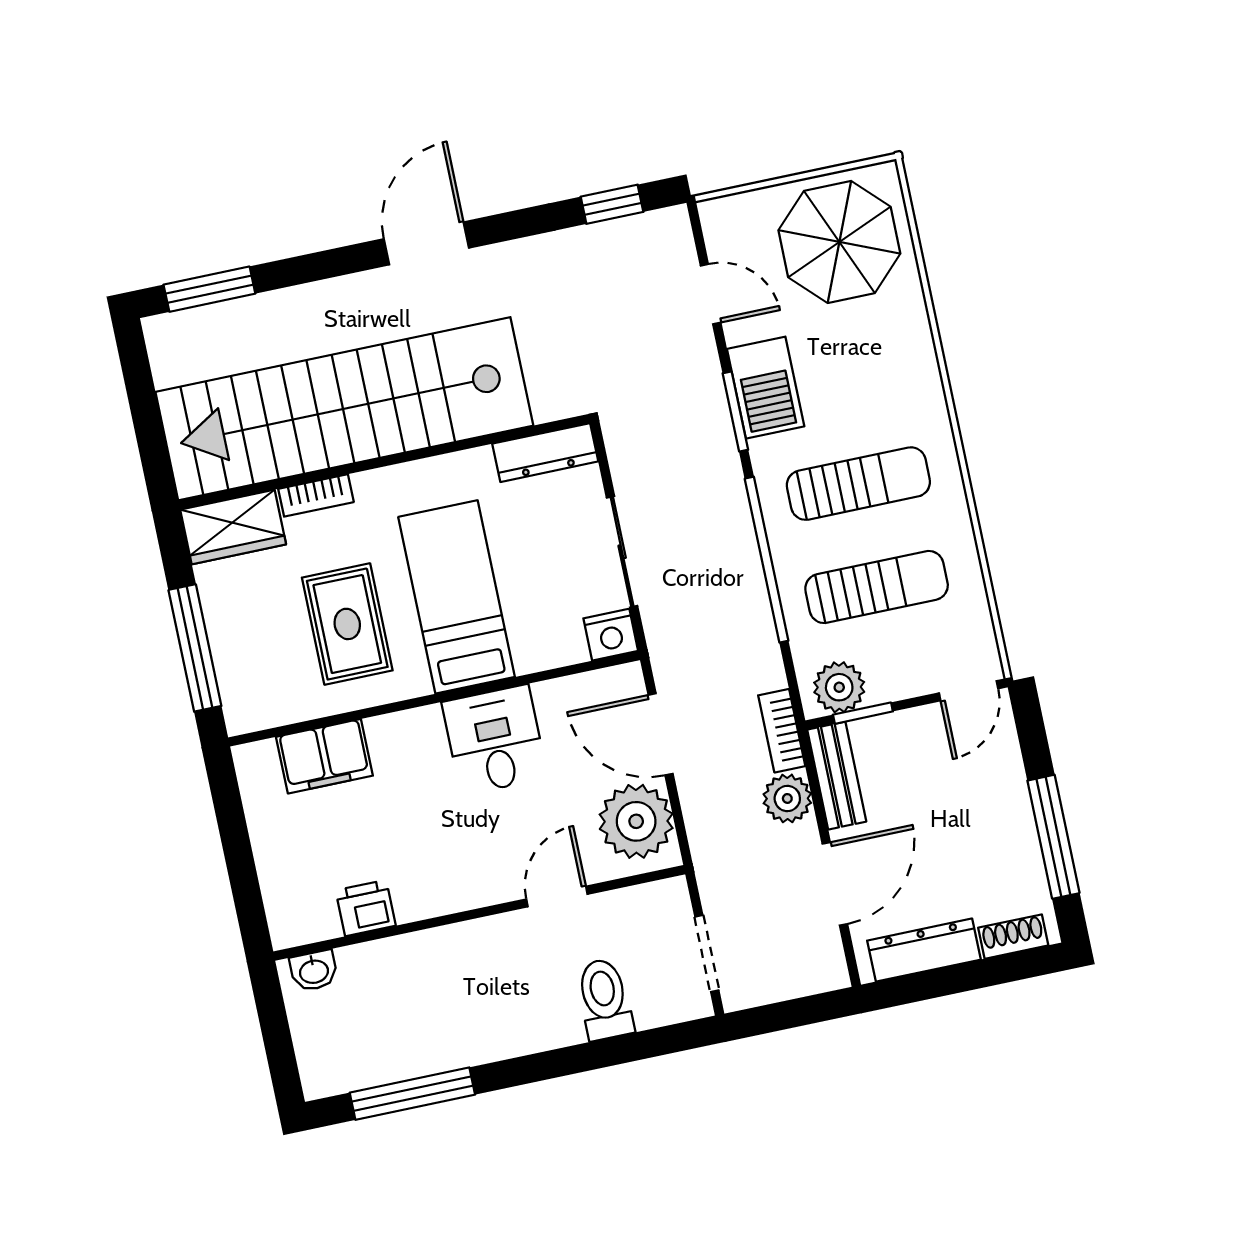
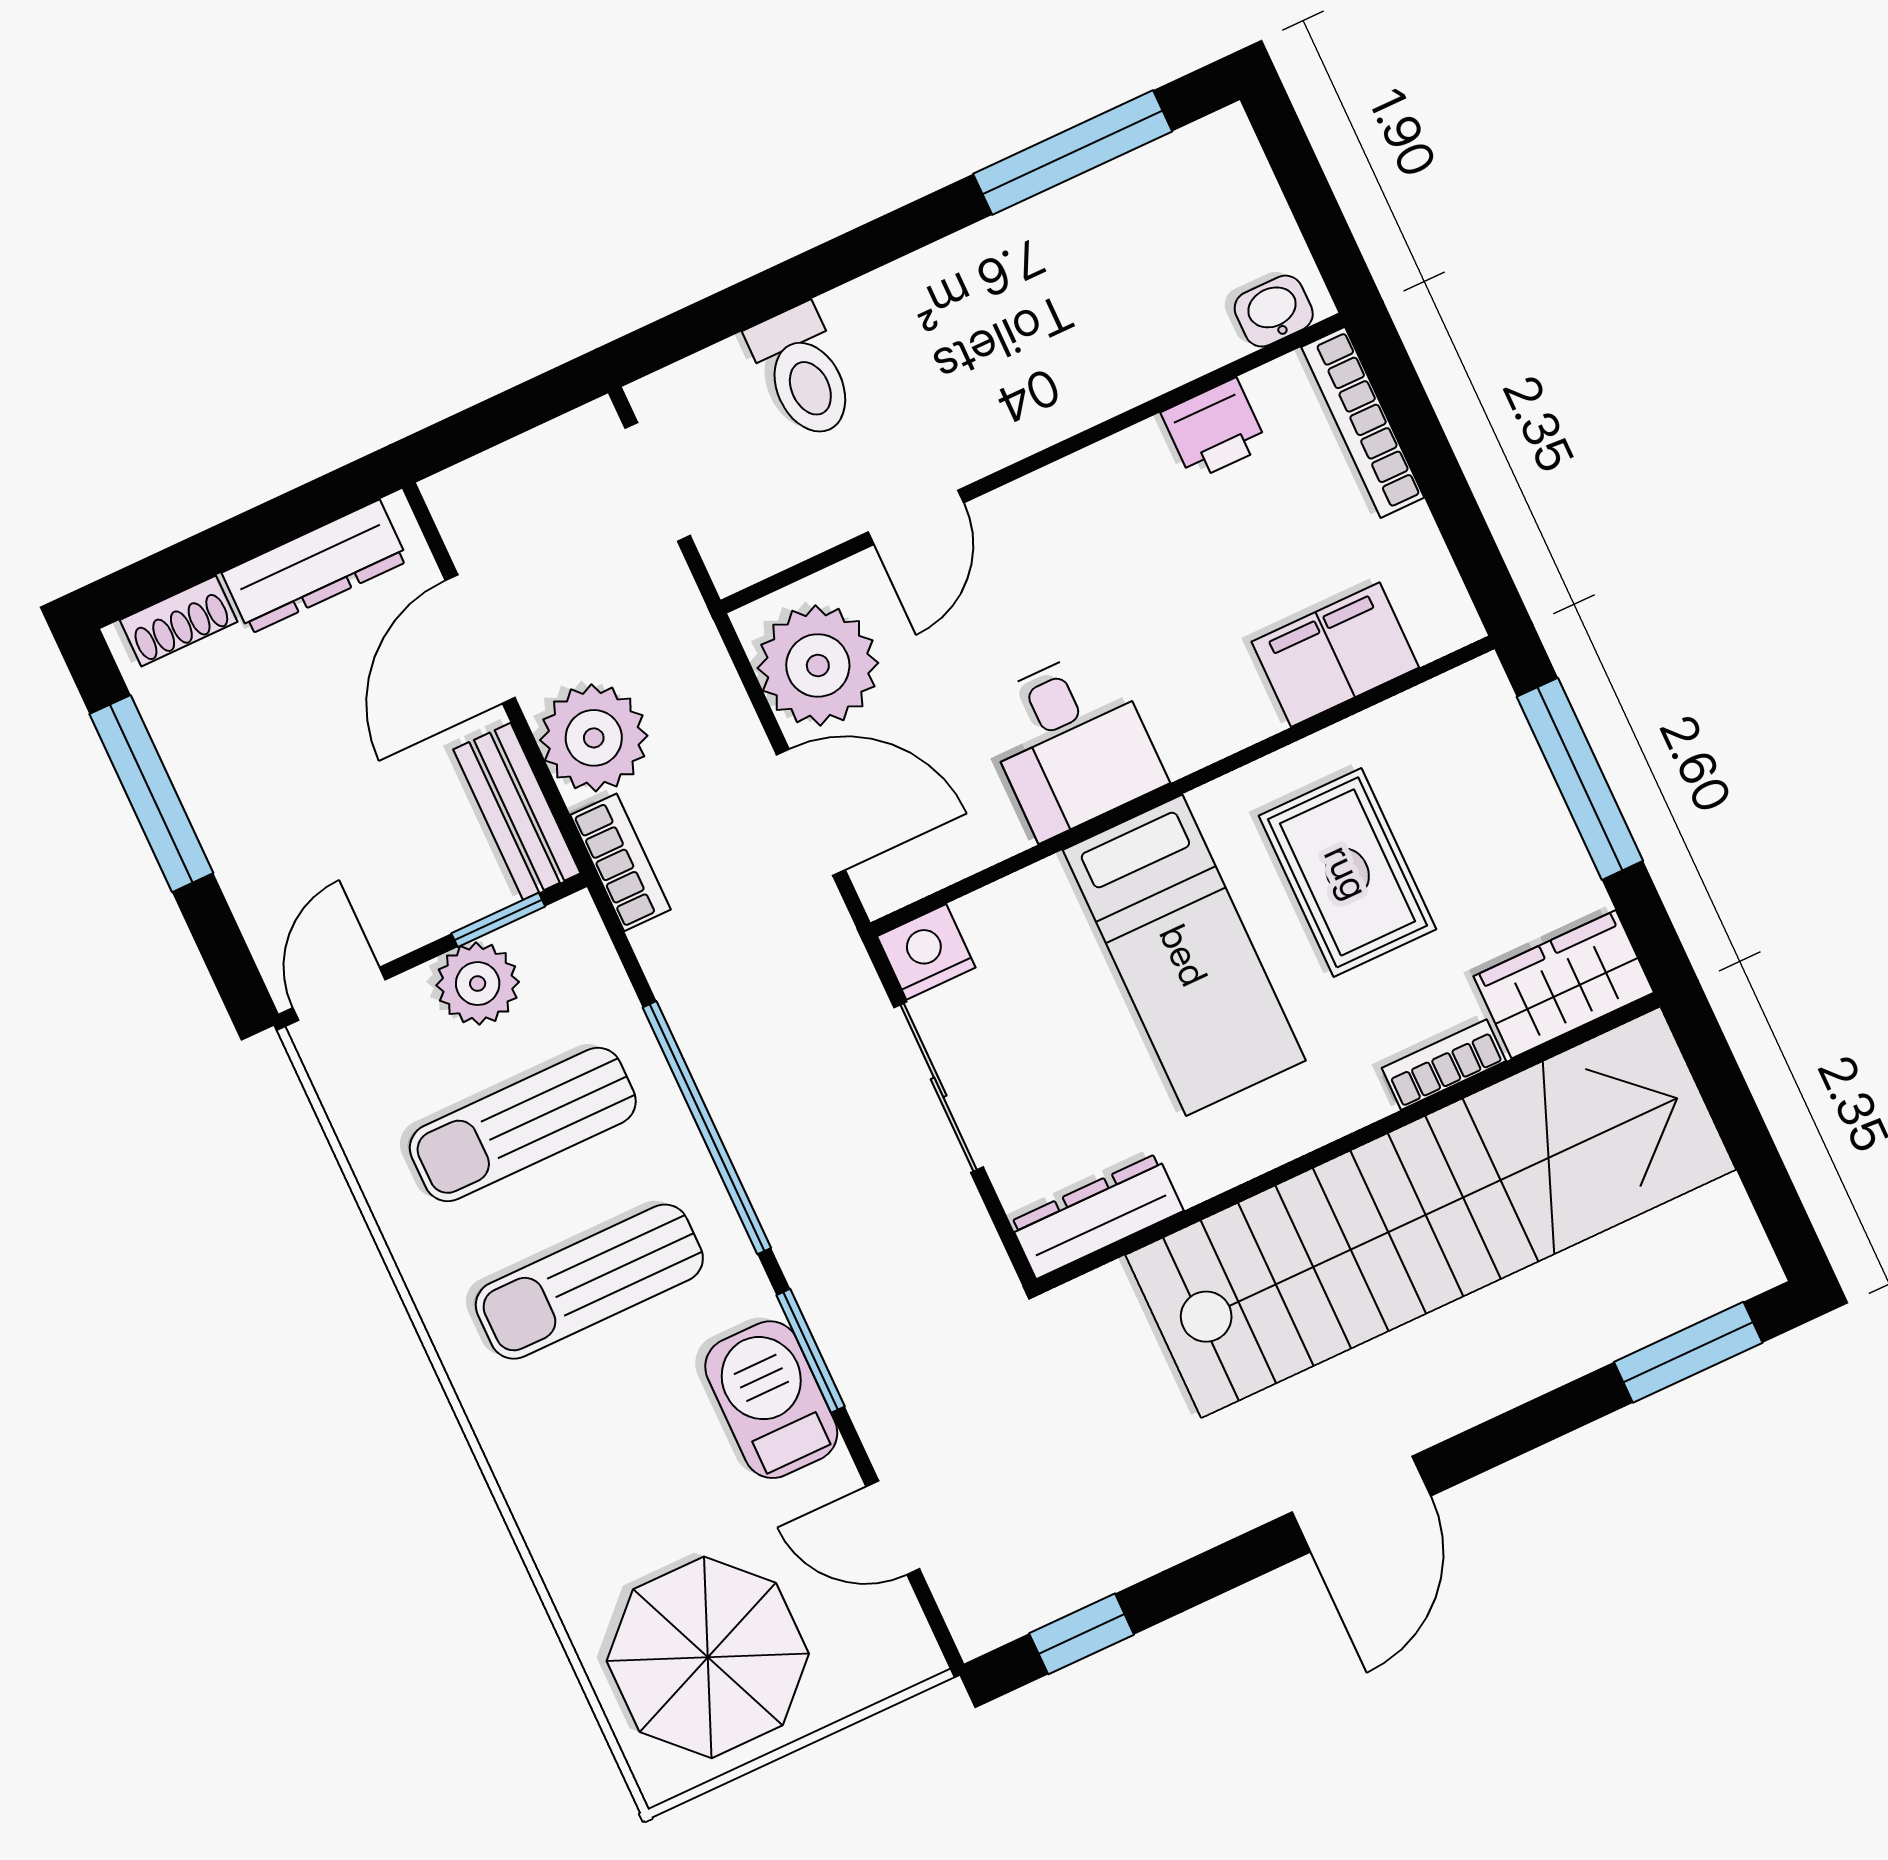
plant: (839, 687) -> (478, 984), moved
plant: (787, 798) -> (594, 738), width x1.36, depth x1.36
bookcase: (276, 892) -> (1363, 422), added

